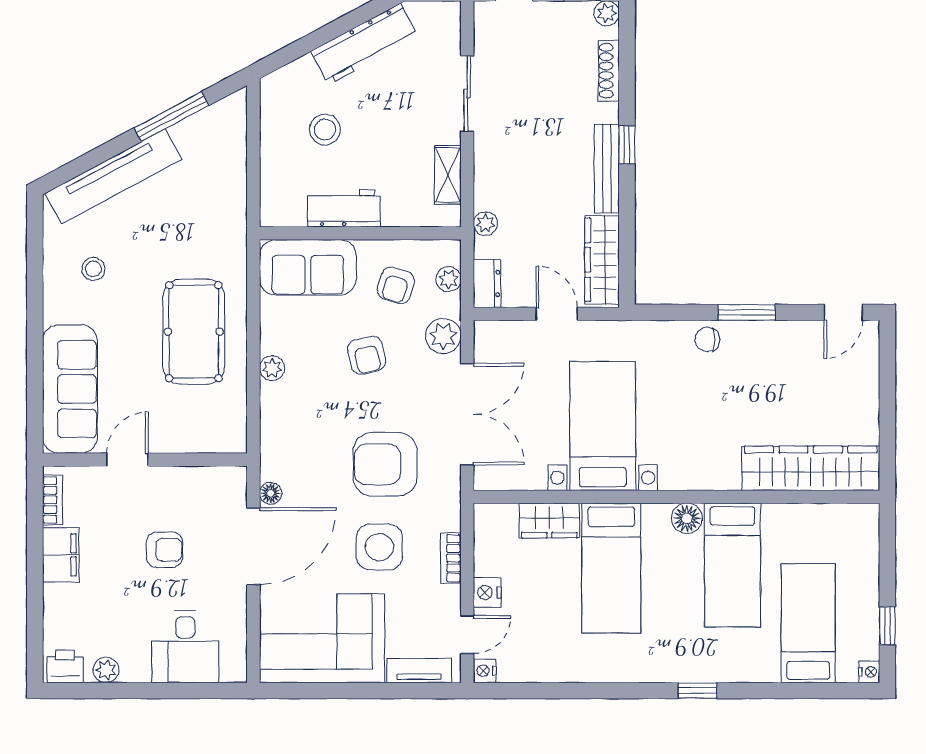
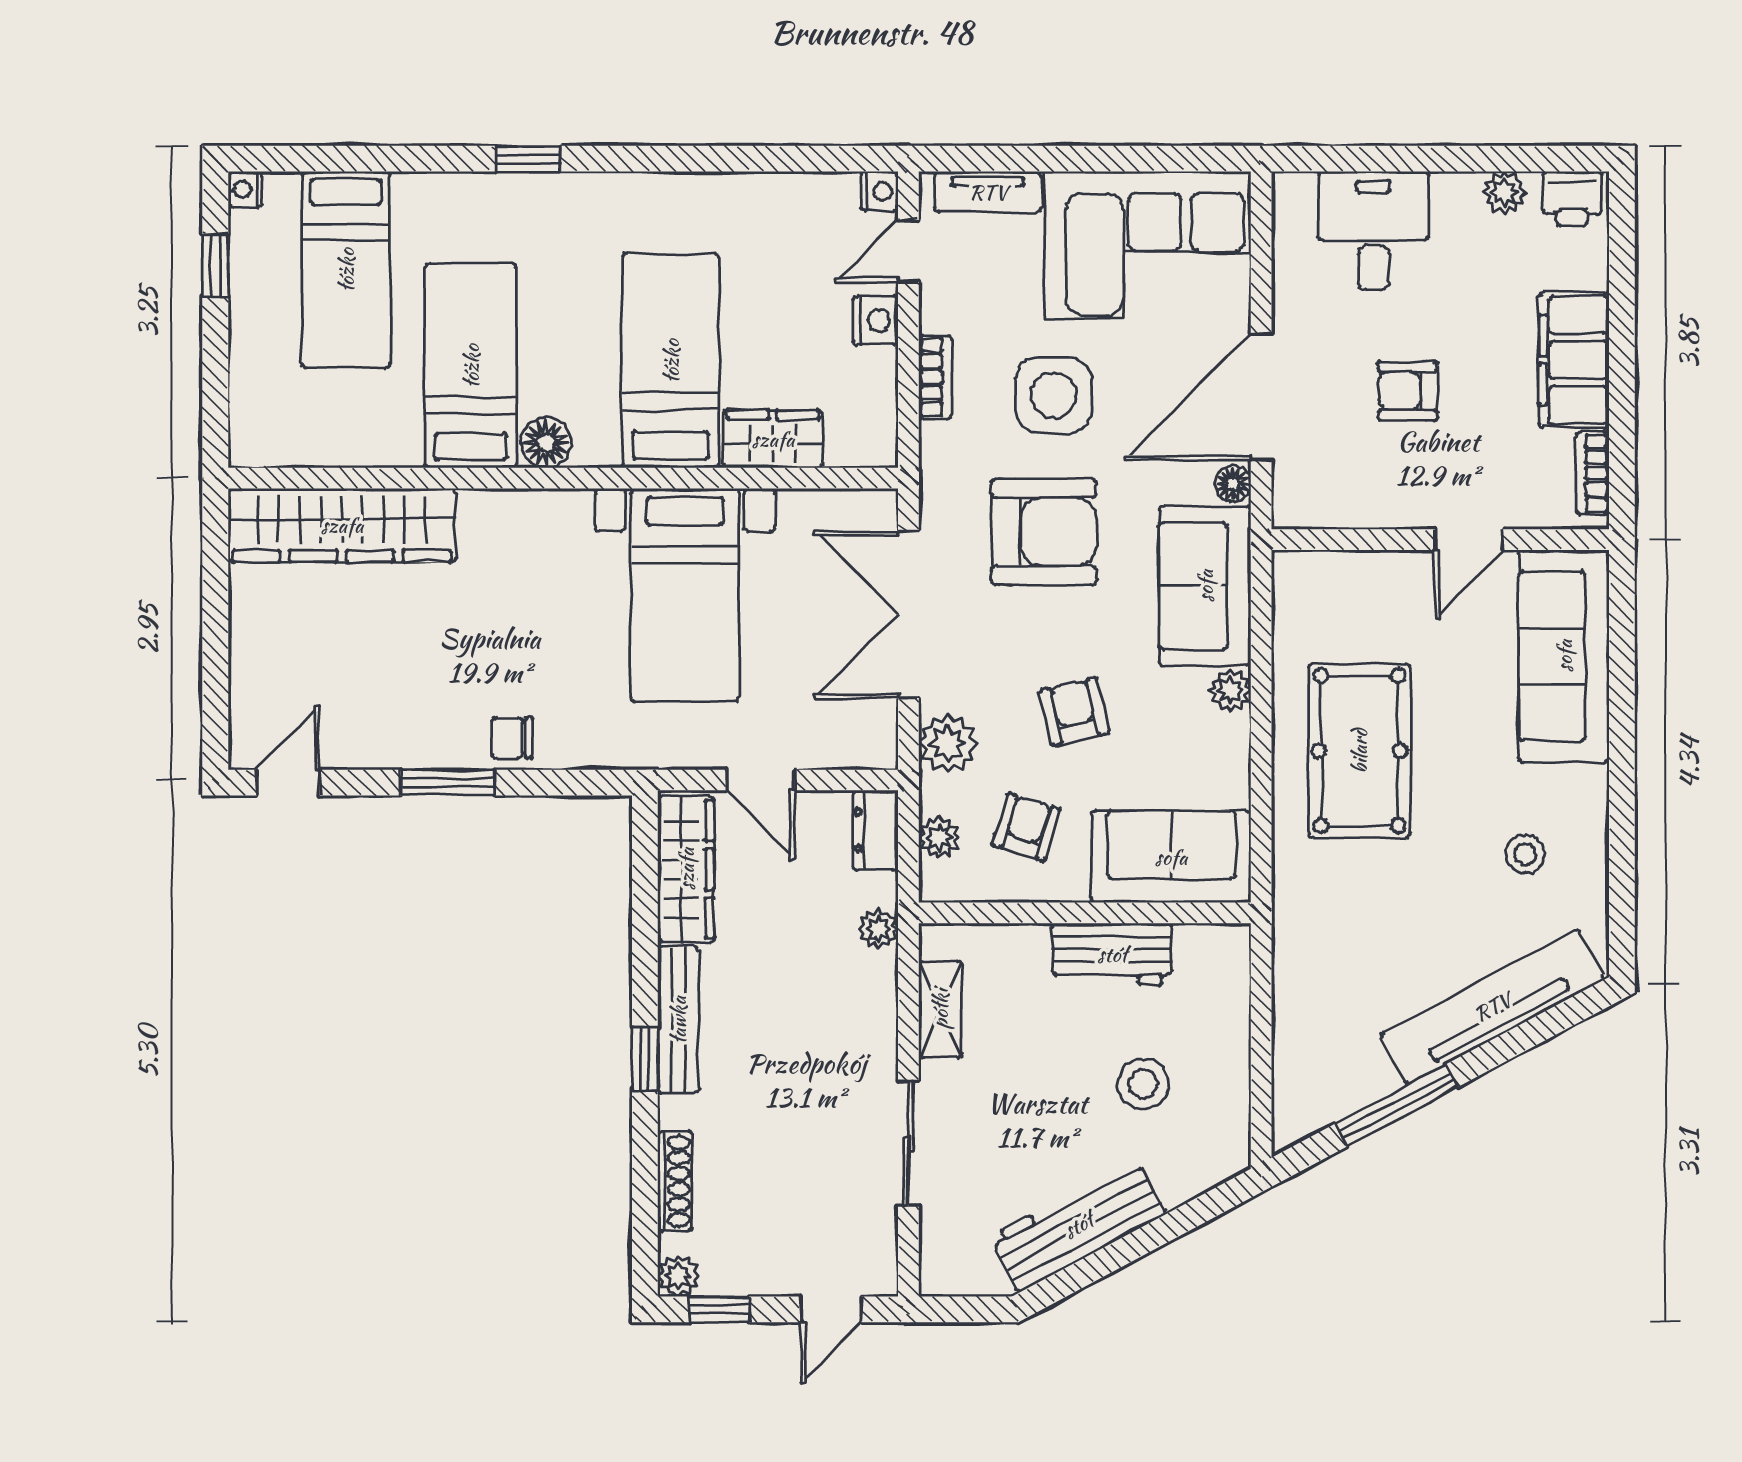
chair: (707, 340) -> (512, 738), turned 180
sofa: (288, 432) -> (1205, 586), added
filing cabinet: (61, 555) -> (1574, 360), width x1.50, depth x1.17

